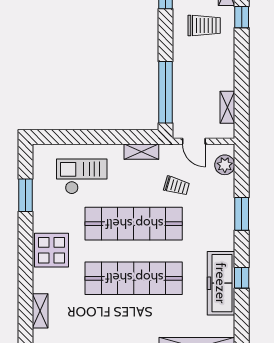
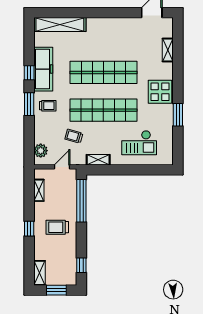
window: (242, 17) -> (29, 229), moved
trolley: (204, 26) -> (57, 227), moved
door: (194, 141) -> (62, 167), hinge flipped
window: (26, 195) -> (178, 115), moved
window: (242, 214) -> (29, 104), moved
trolley: (214, 230) -> (48, 106), added

